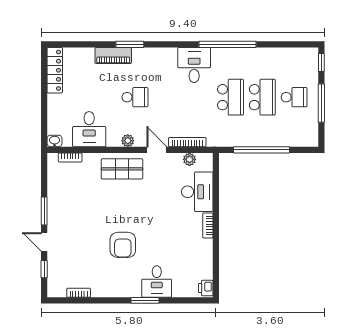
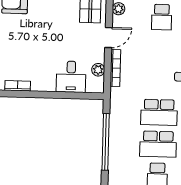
desk: (197, 192) -> (71, 77), width x0.73
bookcase: (208, 225) -> (18, 86), moved

